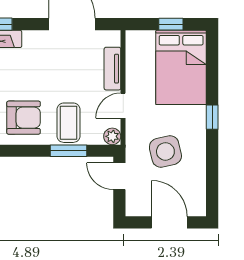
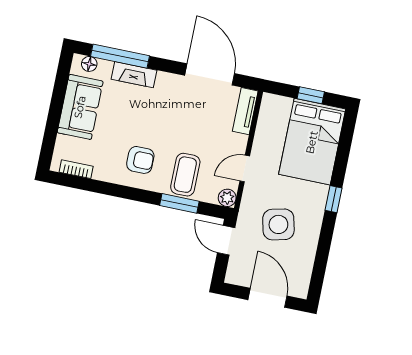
tv unit: (112, 69) -> (245, 111), moved
armchair: (24, 118) -> (140, 160), width x0.72, depth x0.72

